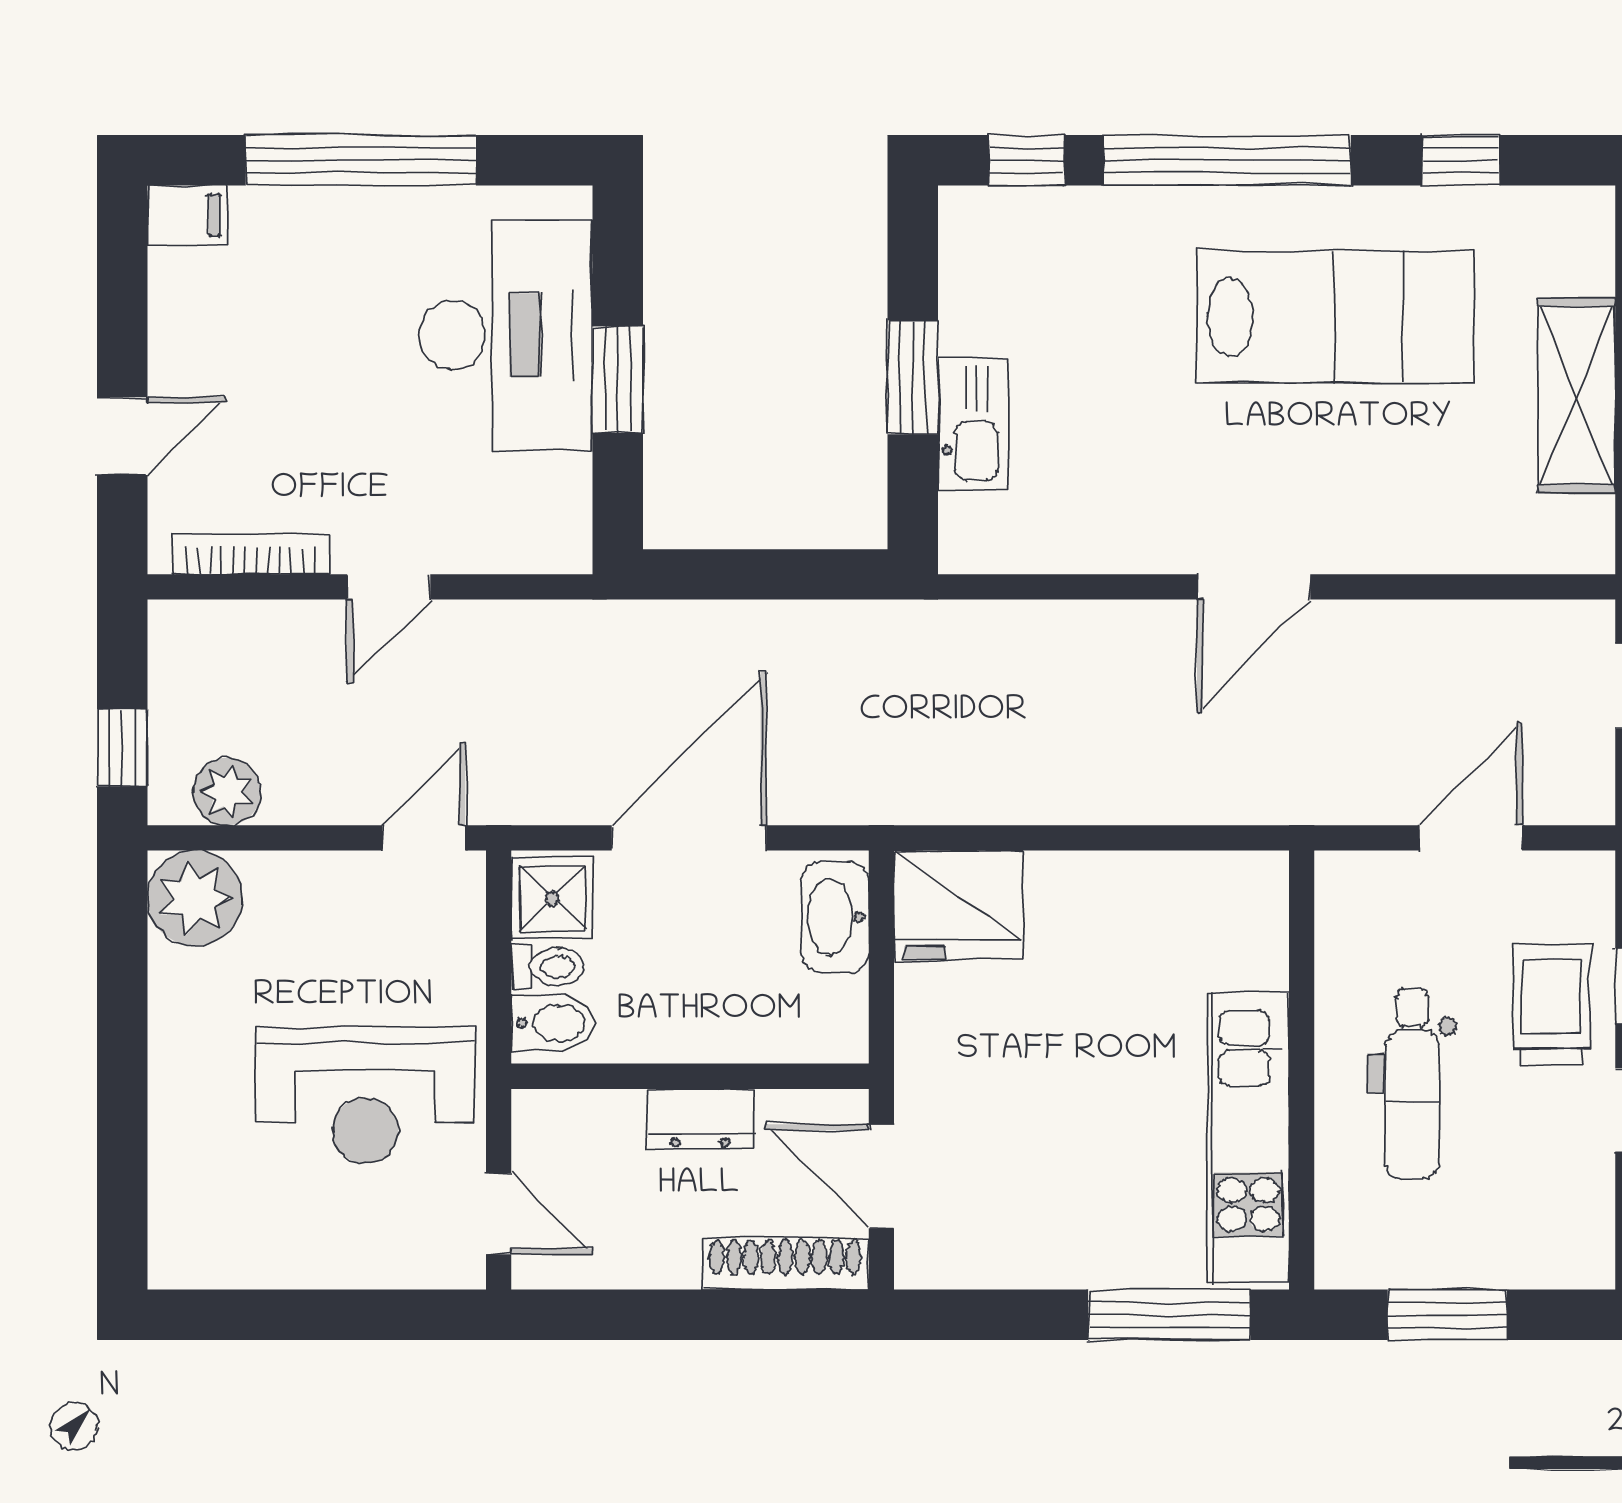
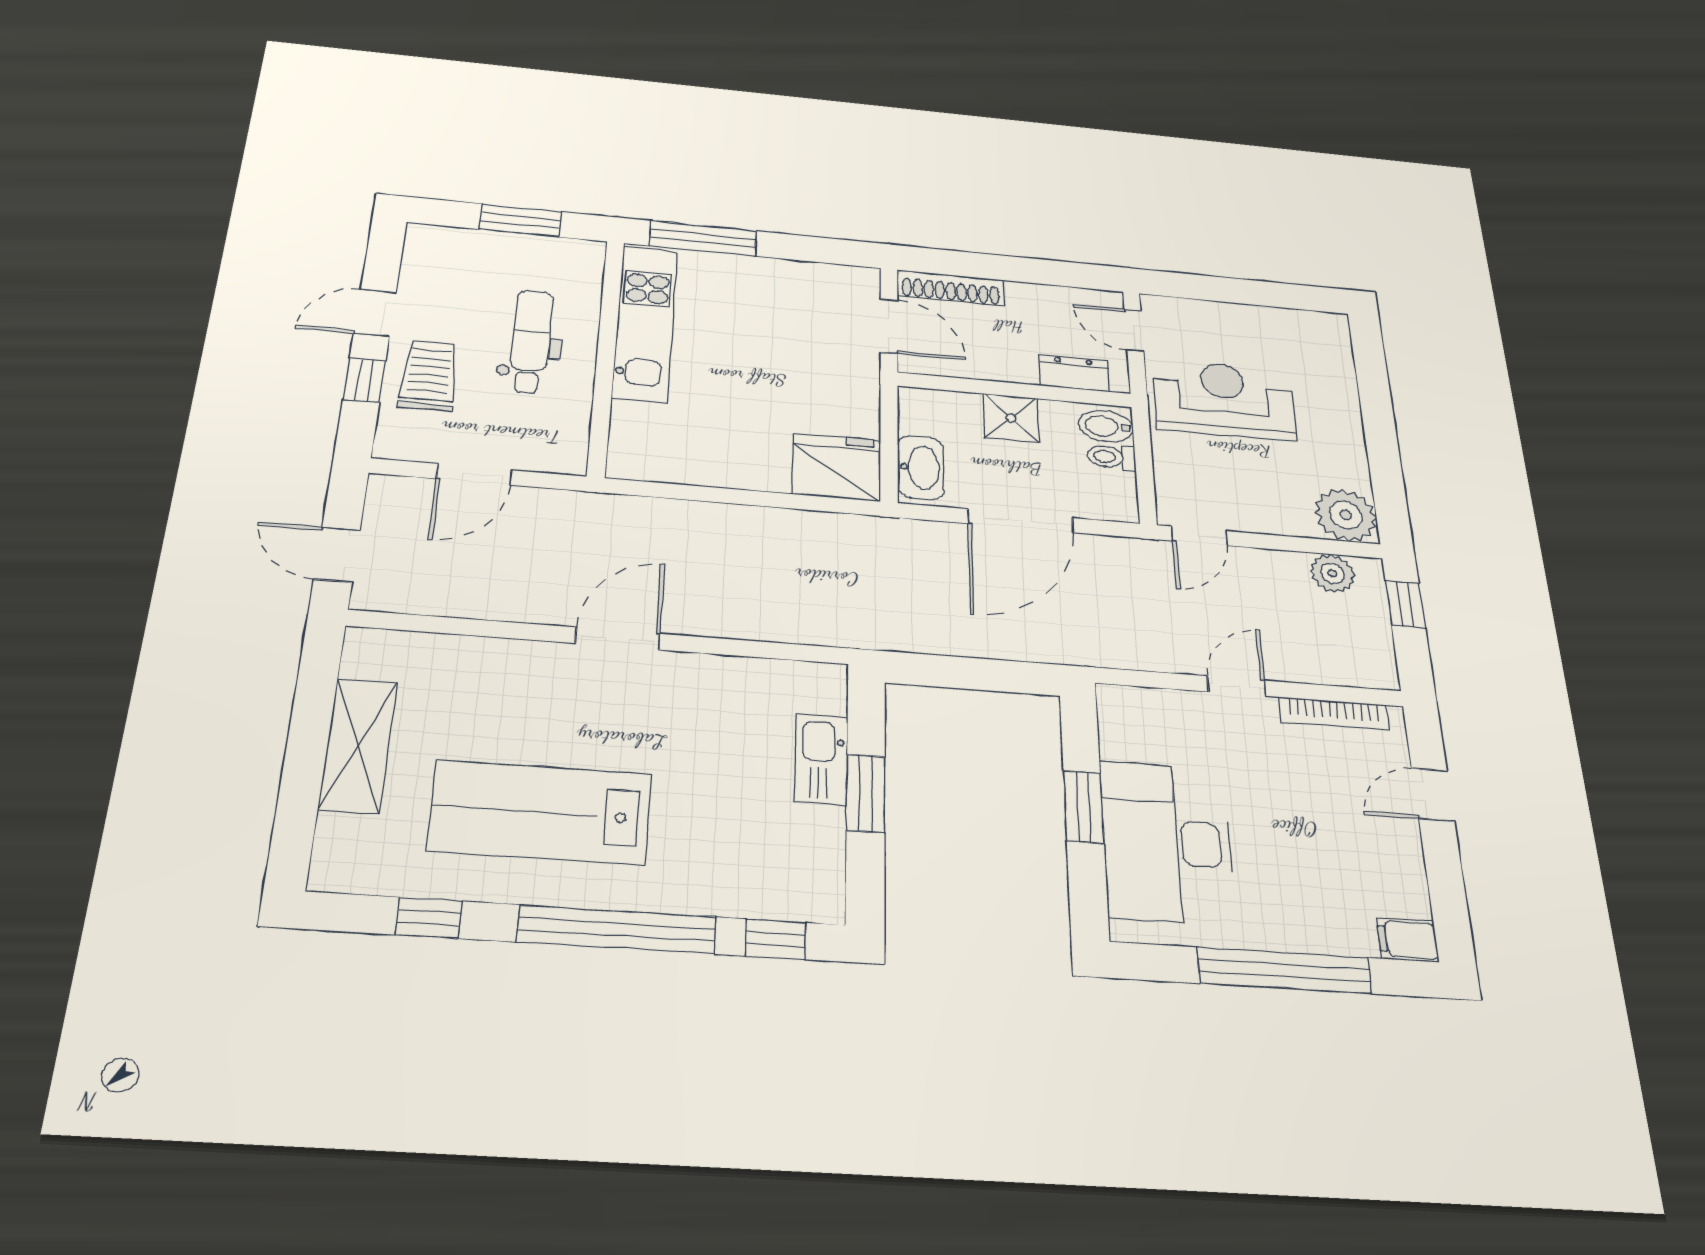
shower: (552, 898) -> (1011, 418), moved
trolley: (1551, 1004) -> (429, 376), turned 180
dresser: (700, 1119) -> (1074, 373), moved

